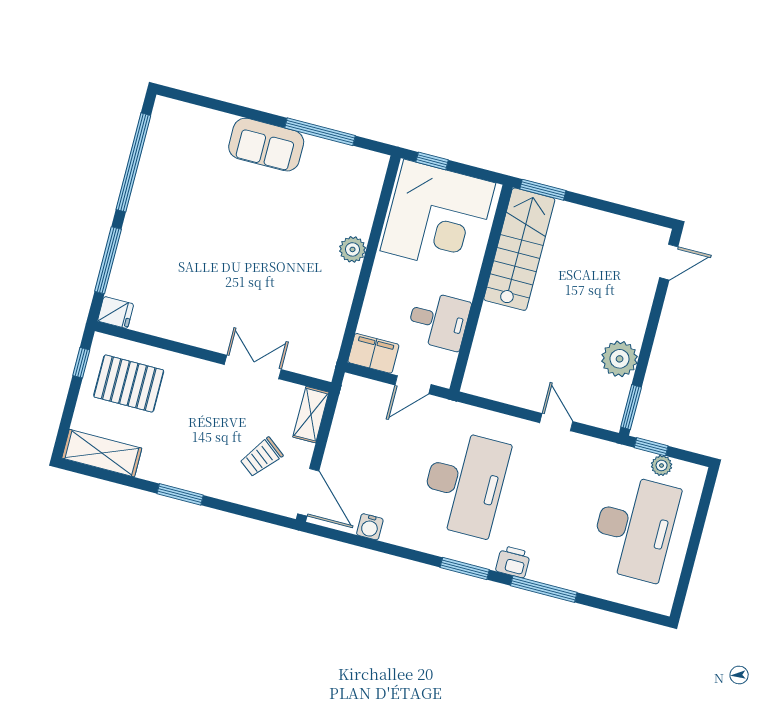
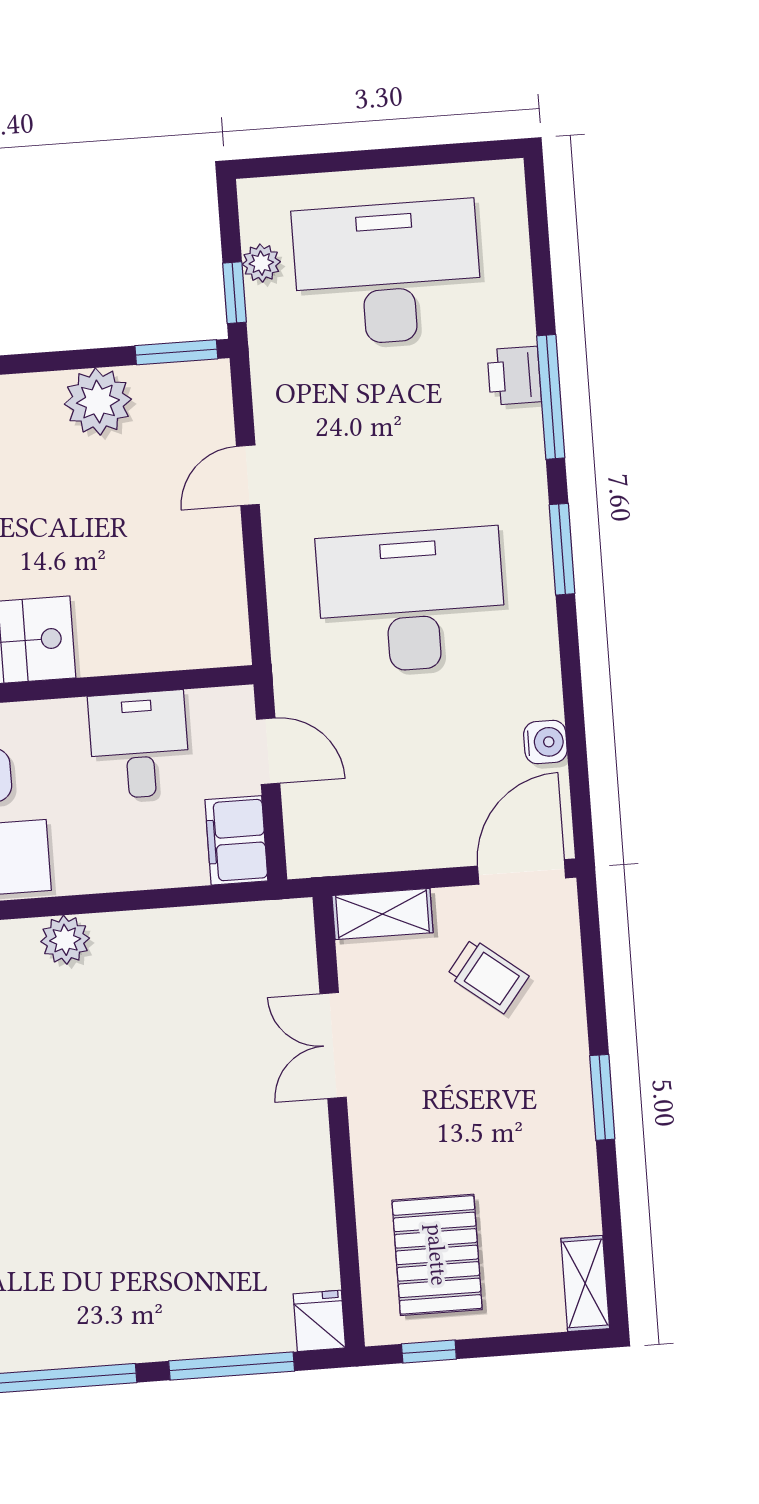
shelving: (102, 453) -> (585, 1283), width x0.67, depth x0.75
printer: (513, 562) -> (514, 376), moved

